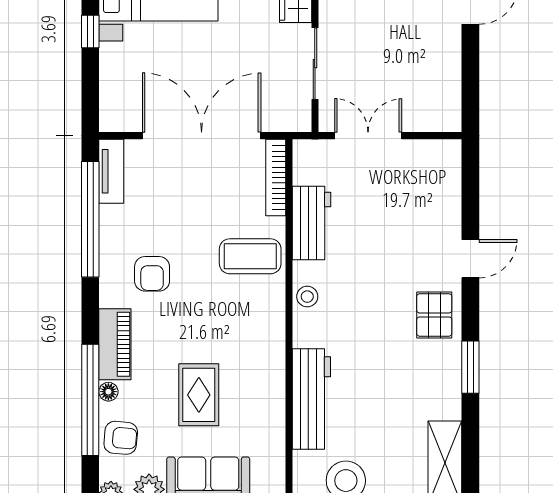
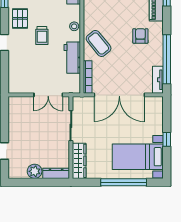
coffee table: (250, 256) -> (99, 43), turned 51
trolley: (383, 275) -> (42, 36), added

